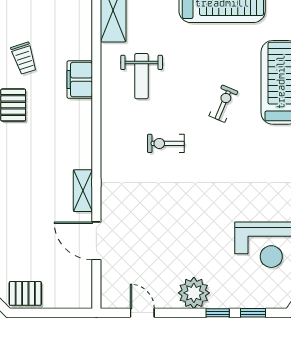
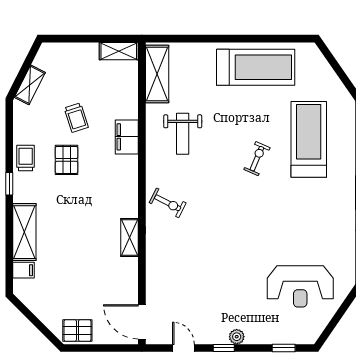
exercise bike: (166, 143) -> (168, 203), moved, turned -153
door: (96, 241) -> (142, 322), moved
plant: (194, 293) -> (237, 337), width x0.53, depth x0.53
window: (218, 313) -> (224, 348), moved

